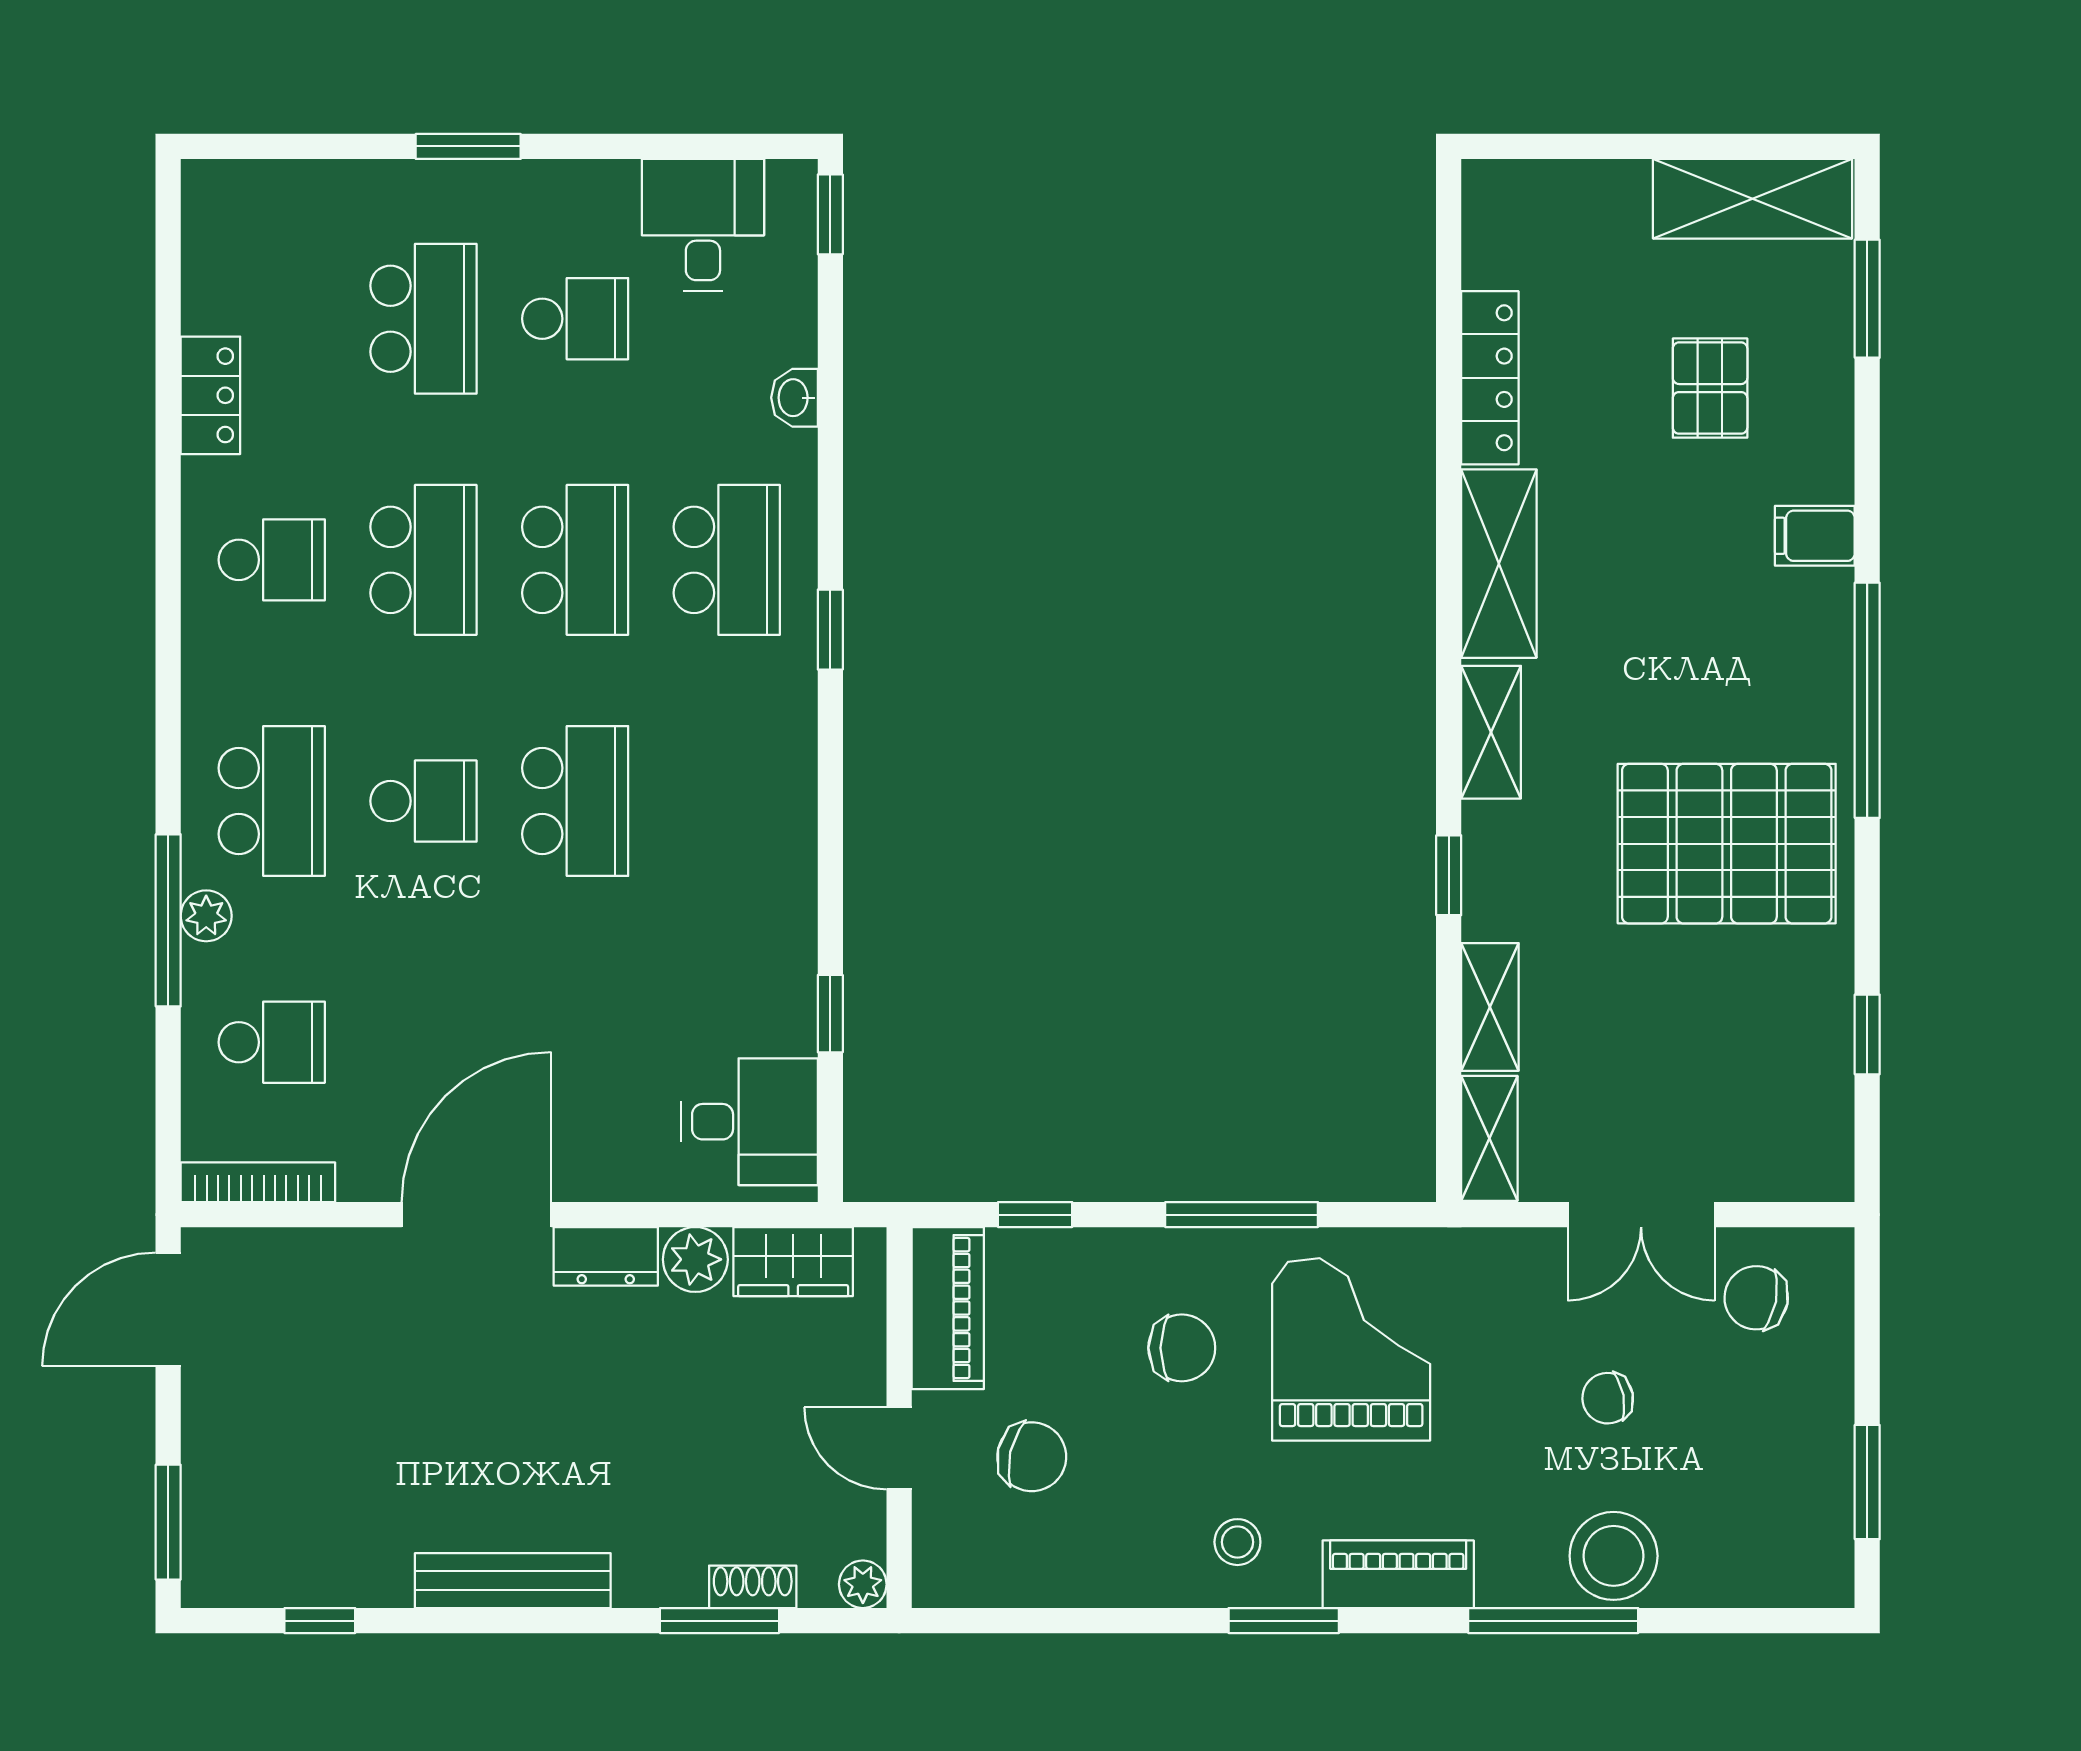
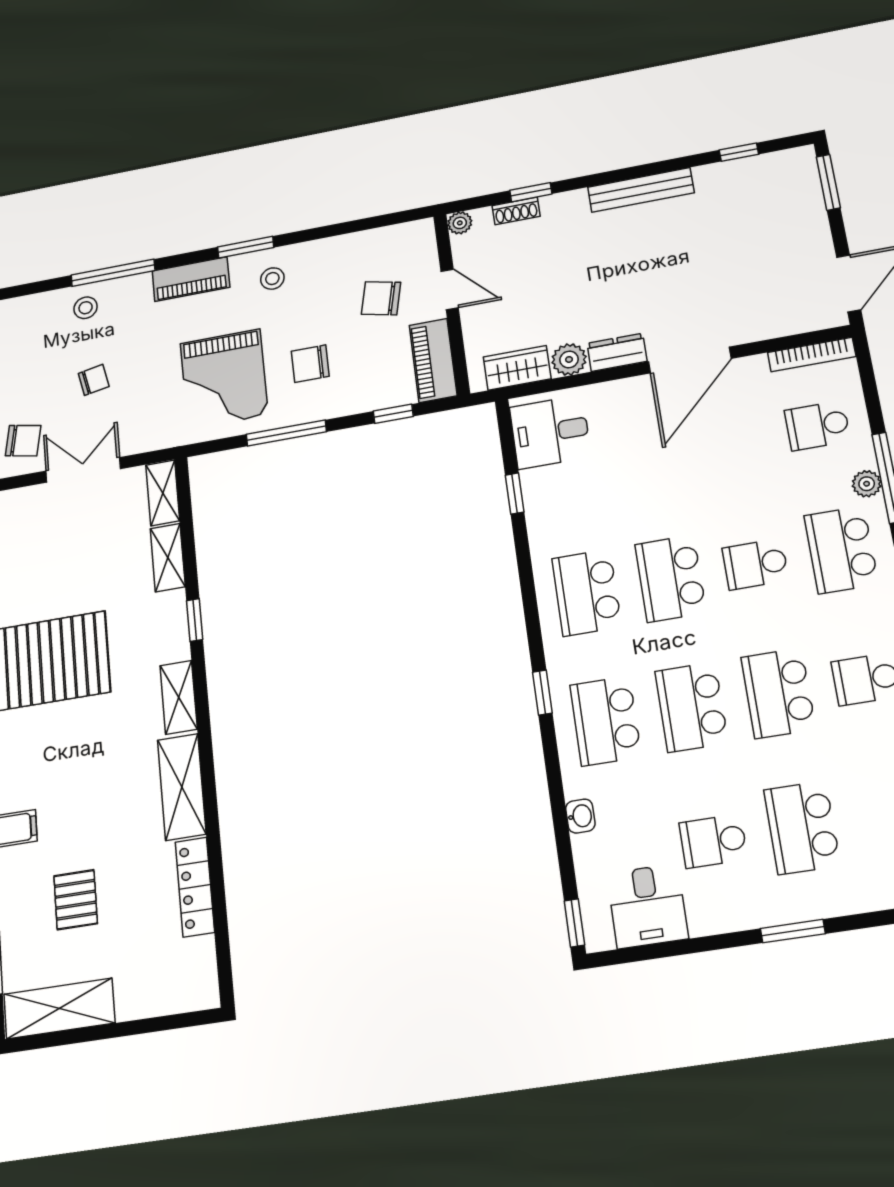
school desk: (727, 801) -> (587, 593), added
stool: (1614, 1556) -> (86, 308), width x0.53, depth x0.53
window: (720, 1621) -> (531, 192), width x0.67

